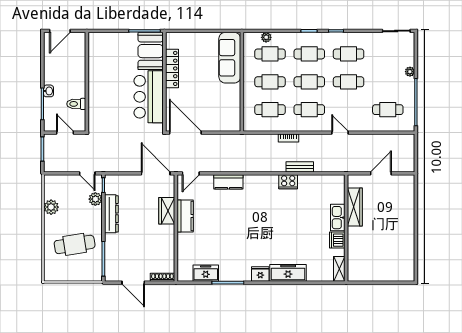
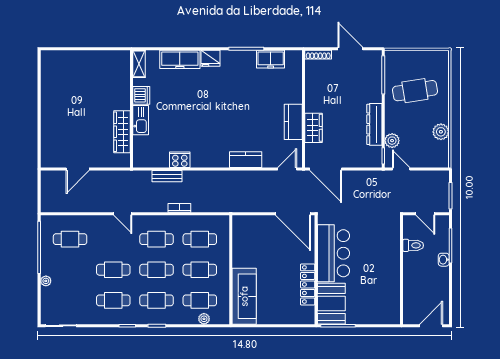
wardrobe: (355, 207) -> (122, 132), moved
kitchen sink: (338, 218) -> (141, 120), moved
wall: (346, 228) -> (131, 109), moved
dishwasher: (337, 240) -> (141, 95), moved
shelving: (339, 269) -> (139, 64), moved

